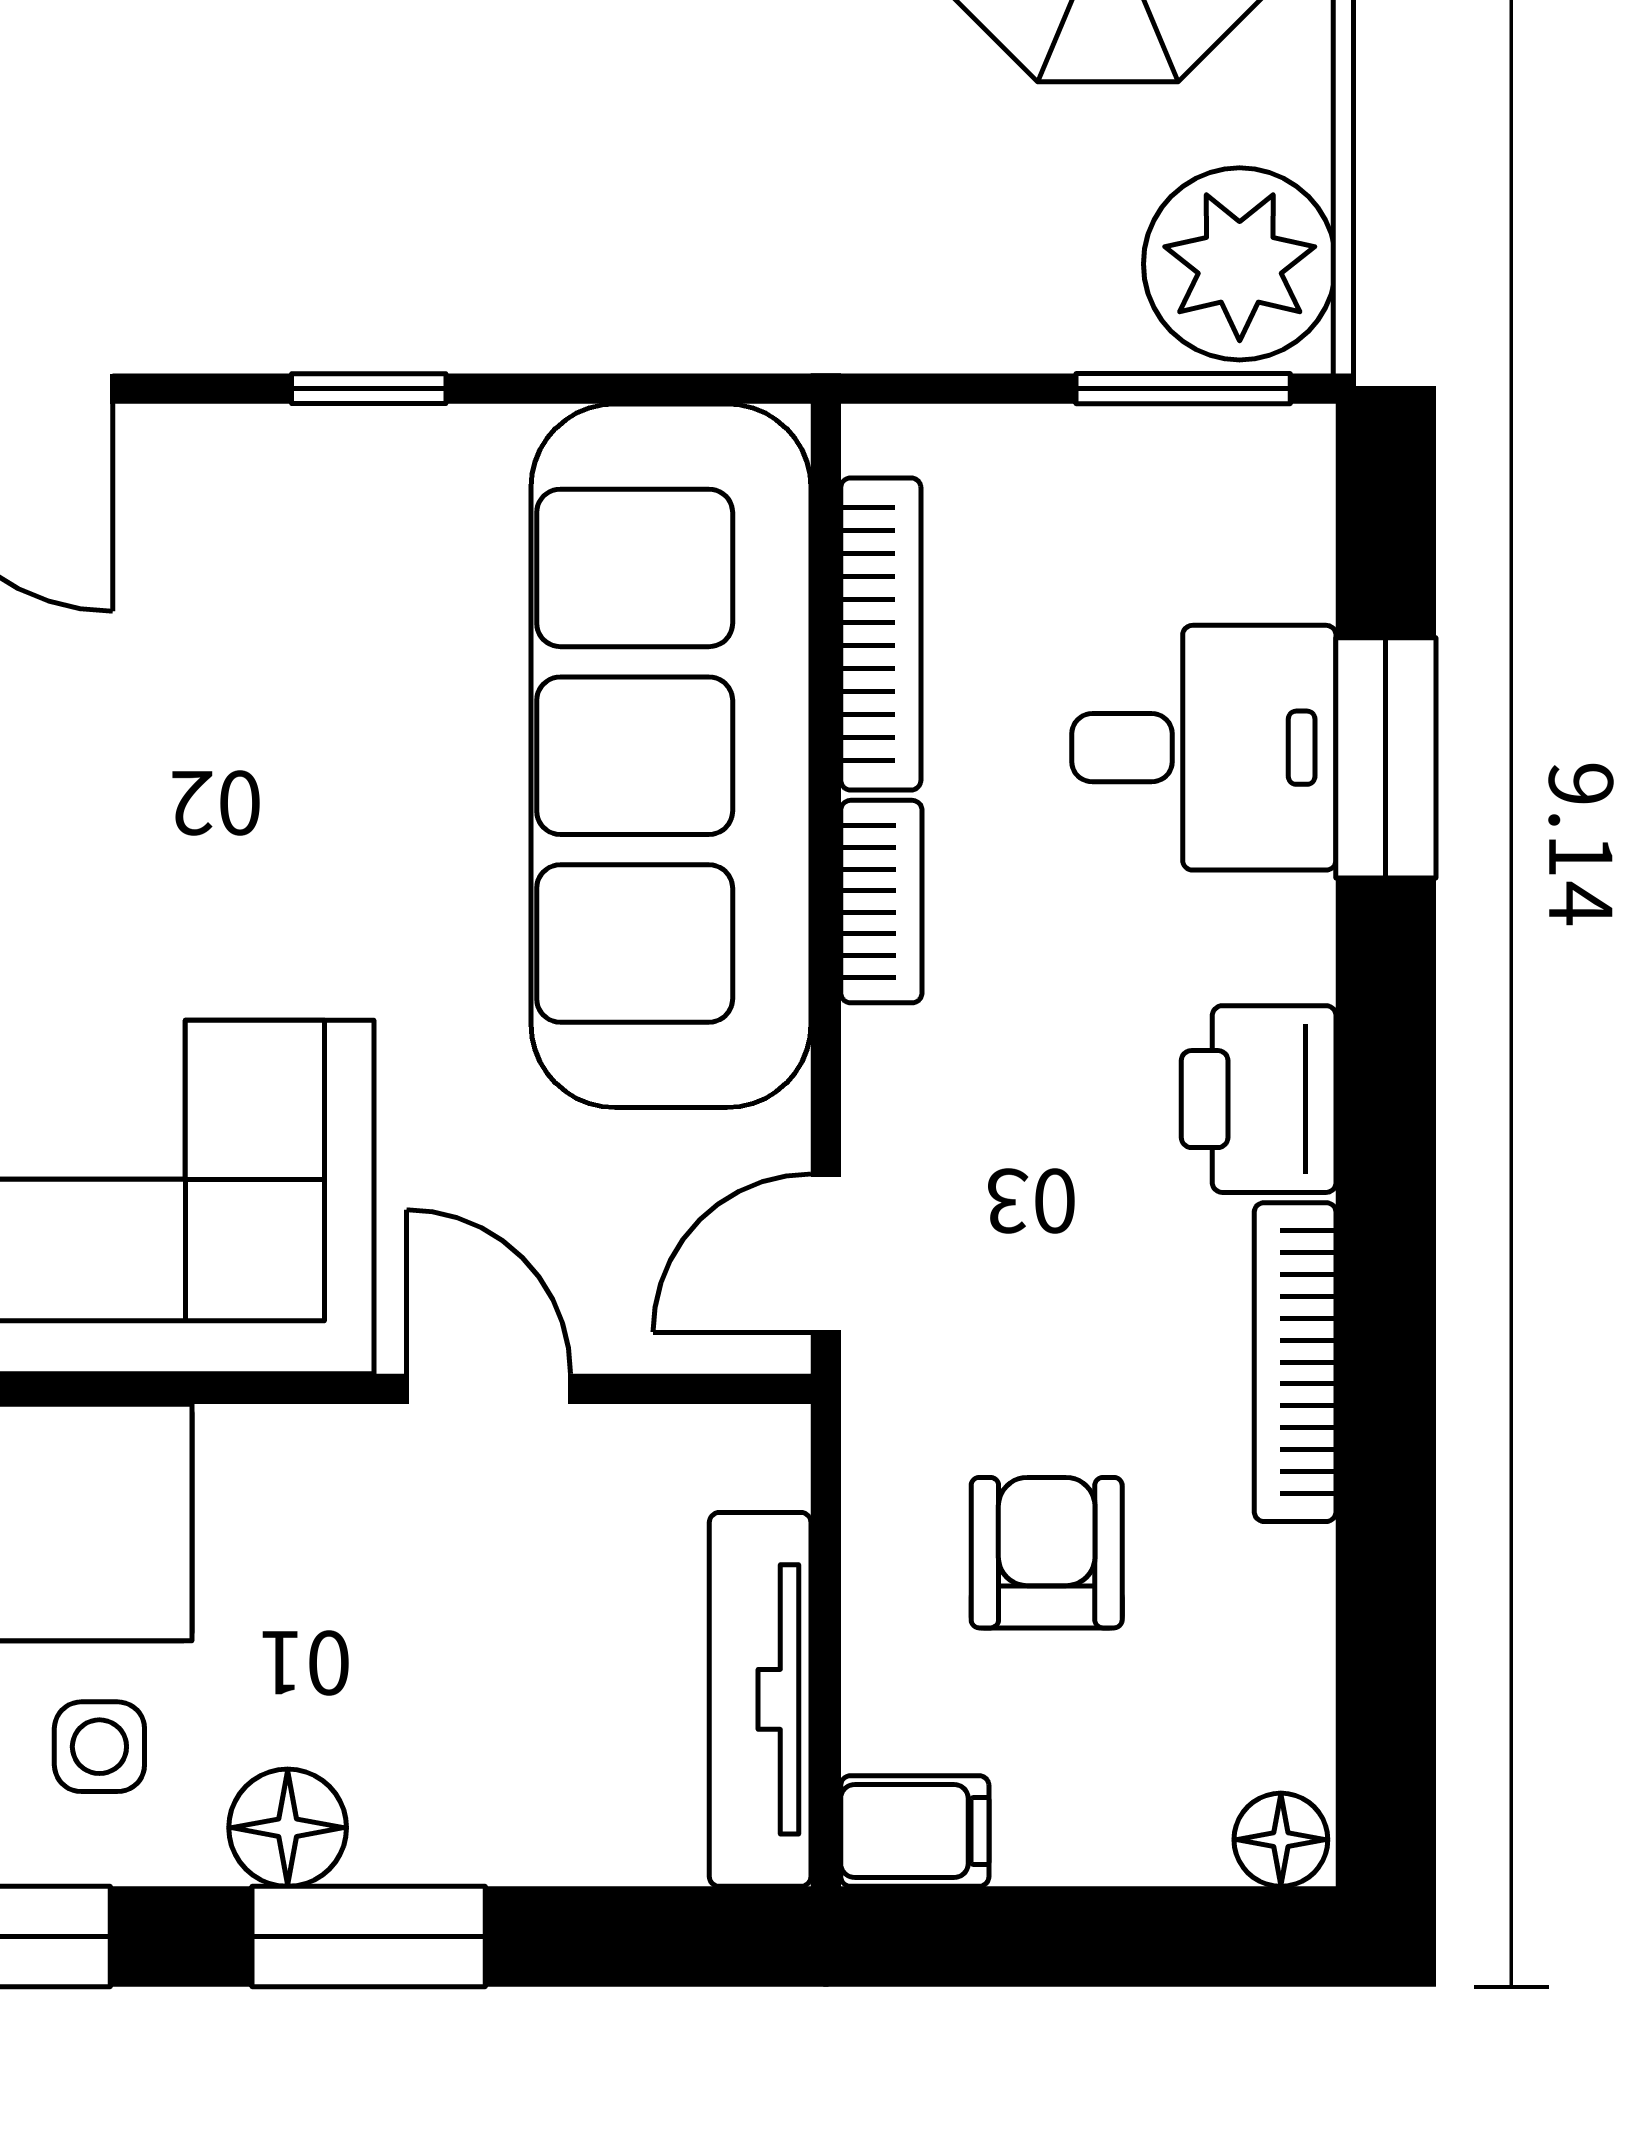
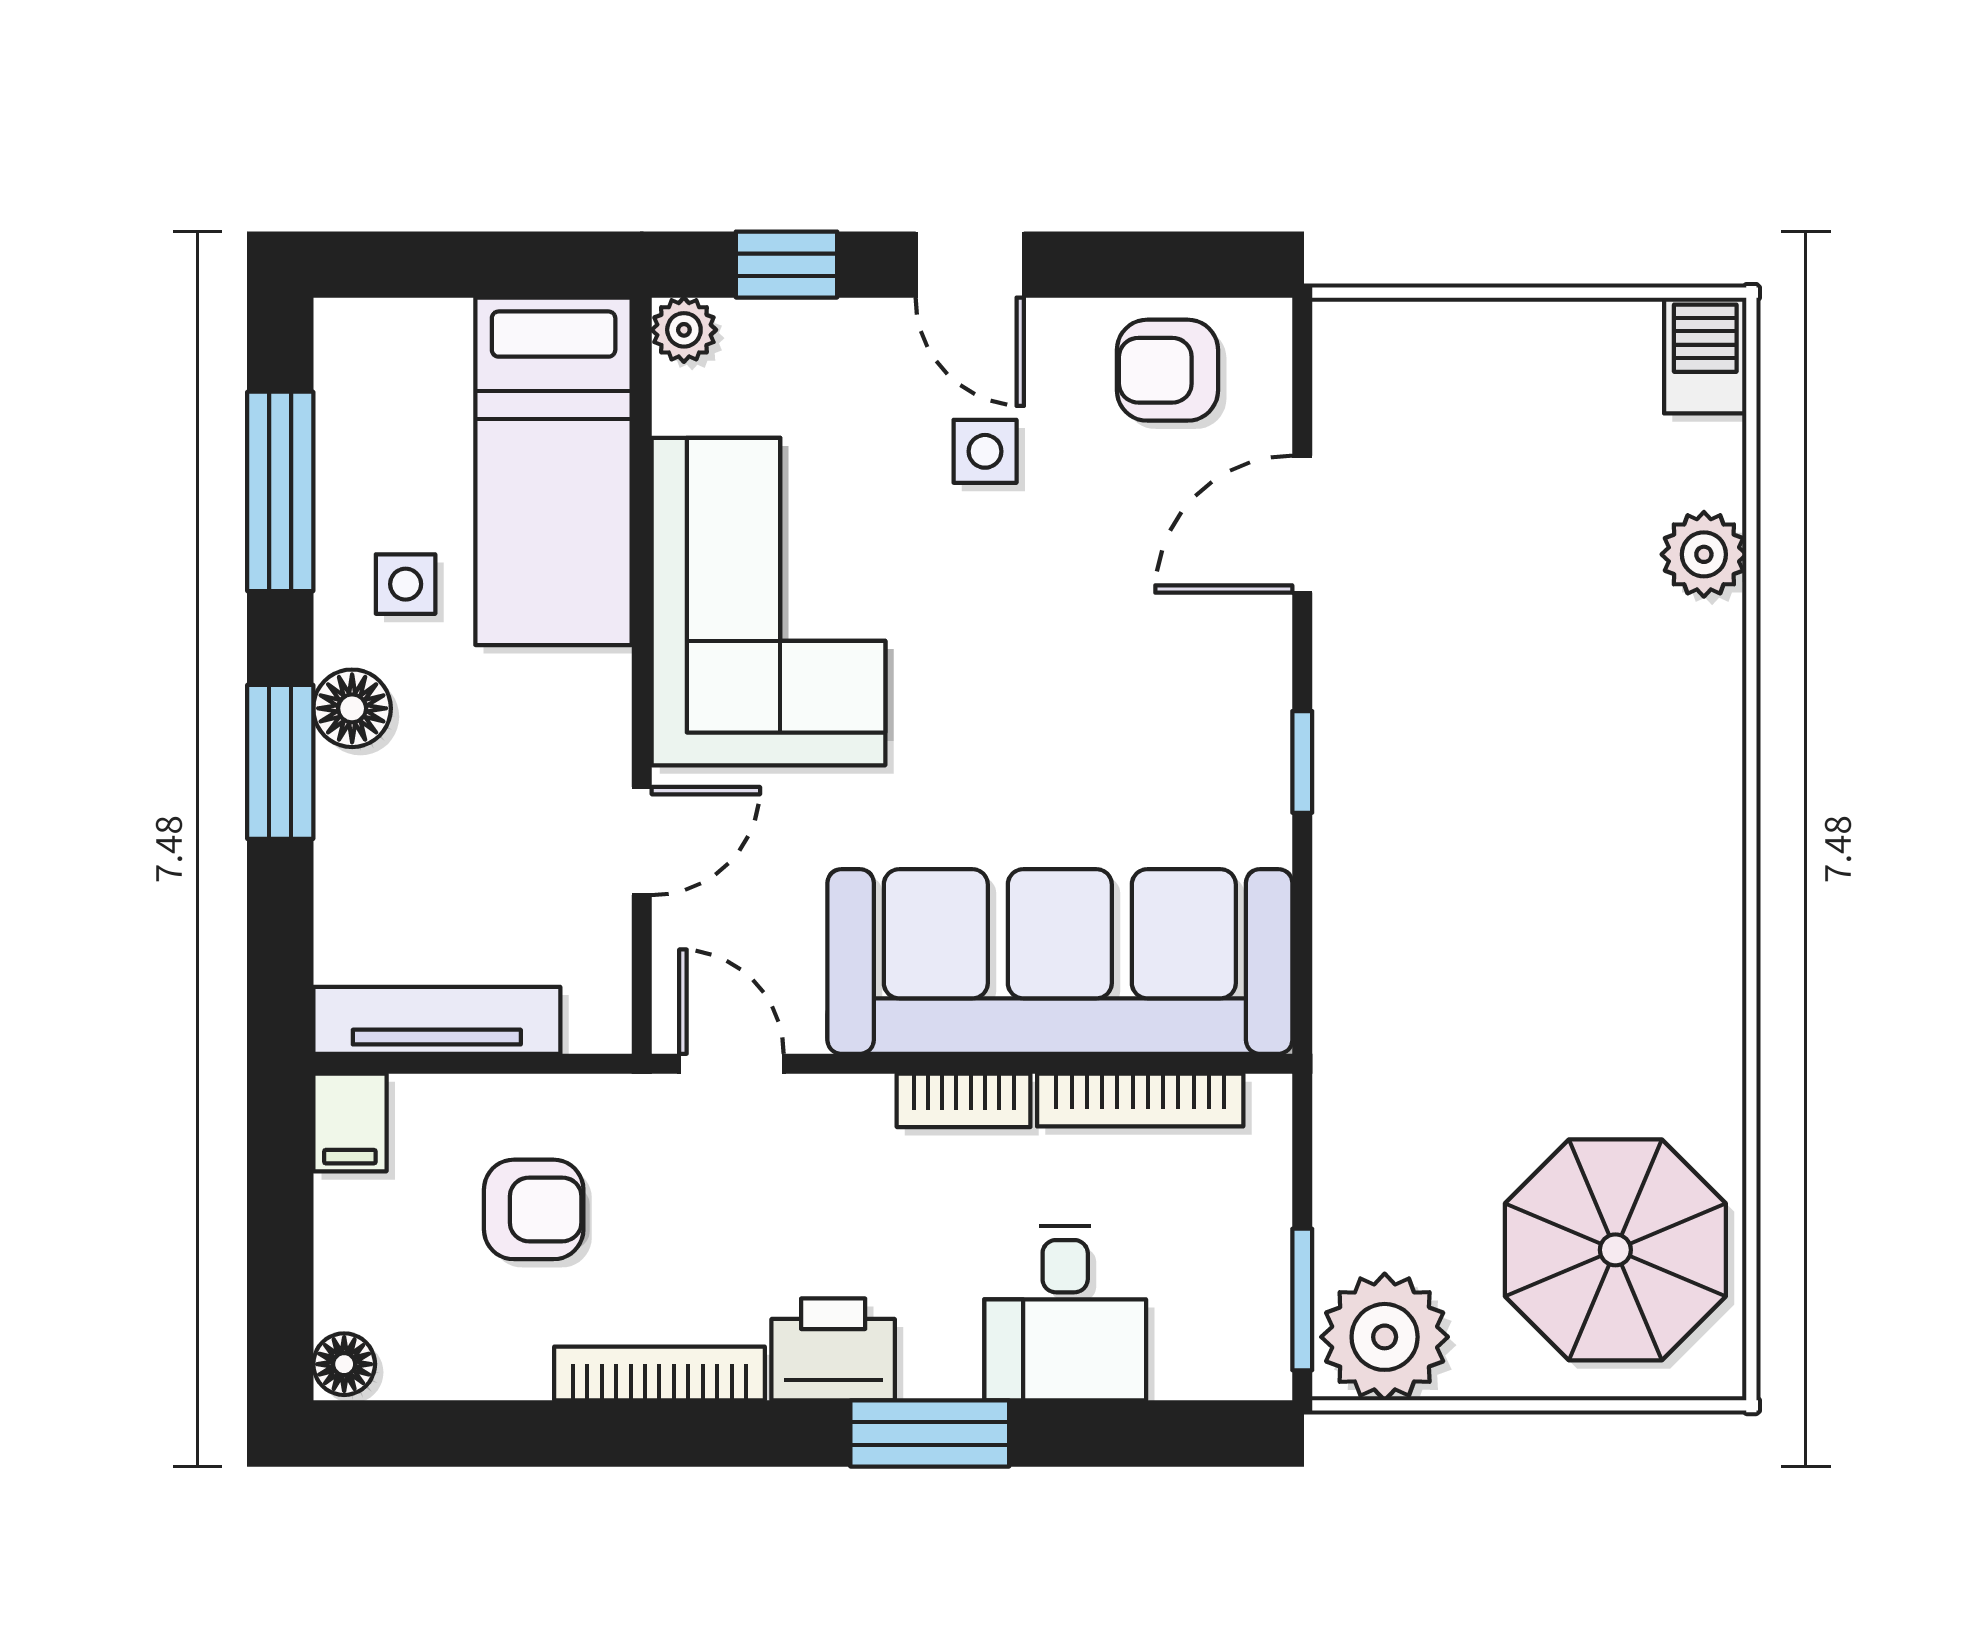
window: (1386, 758) -> (930, 1434), moved

